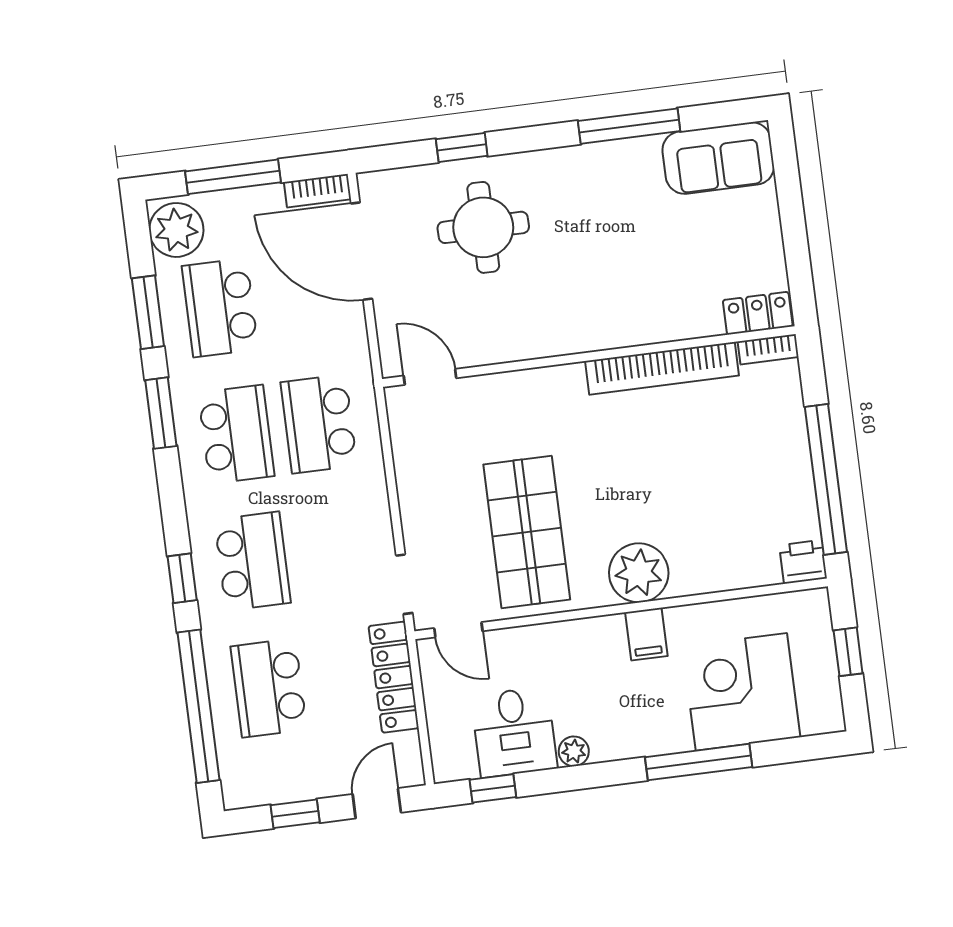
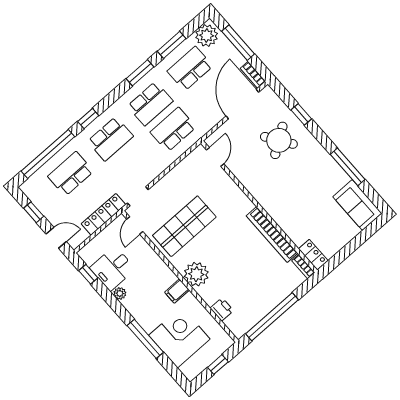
round table: (483, 227) -> (279, 140), turned -34
printer: (803, 562) -> (222, 309), moved

